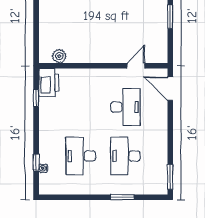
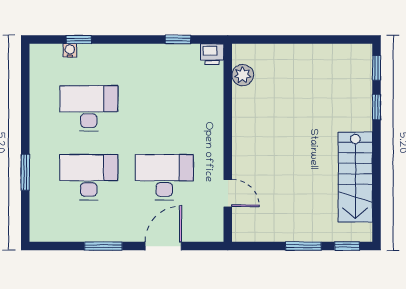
printer: (49, 82) -> (212, 54), width x0.53, depth x0.68
door: (170, 89) -> (163, 246), moved
desk: (126, 107) -> (164, 177), turned 180
window: (170, 177) -> (103, 246), moved

